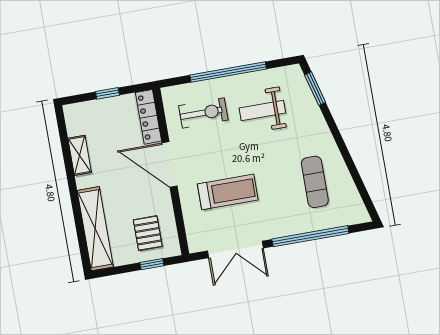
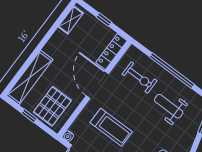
shelving: (80, 155) -> (71, 20), moved
pallet: (148, 233) -> (52, 106), width x1.50, depth x1.42
water cooler: (195, 246) -> (68, 136), added
window: (152, 264) -> (29, 116), moved

